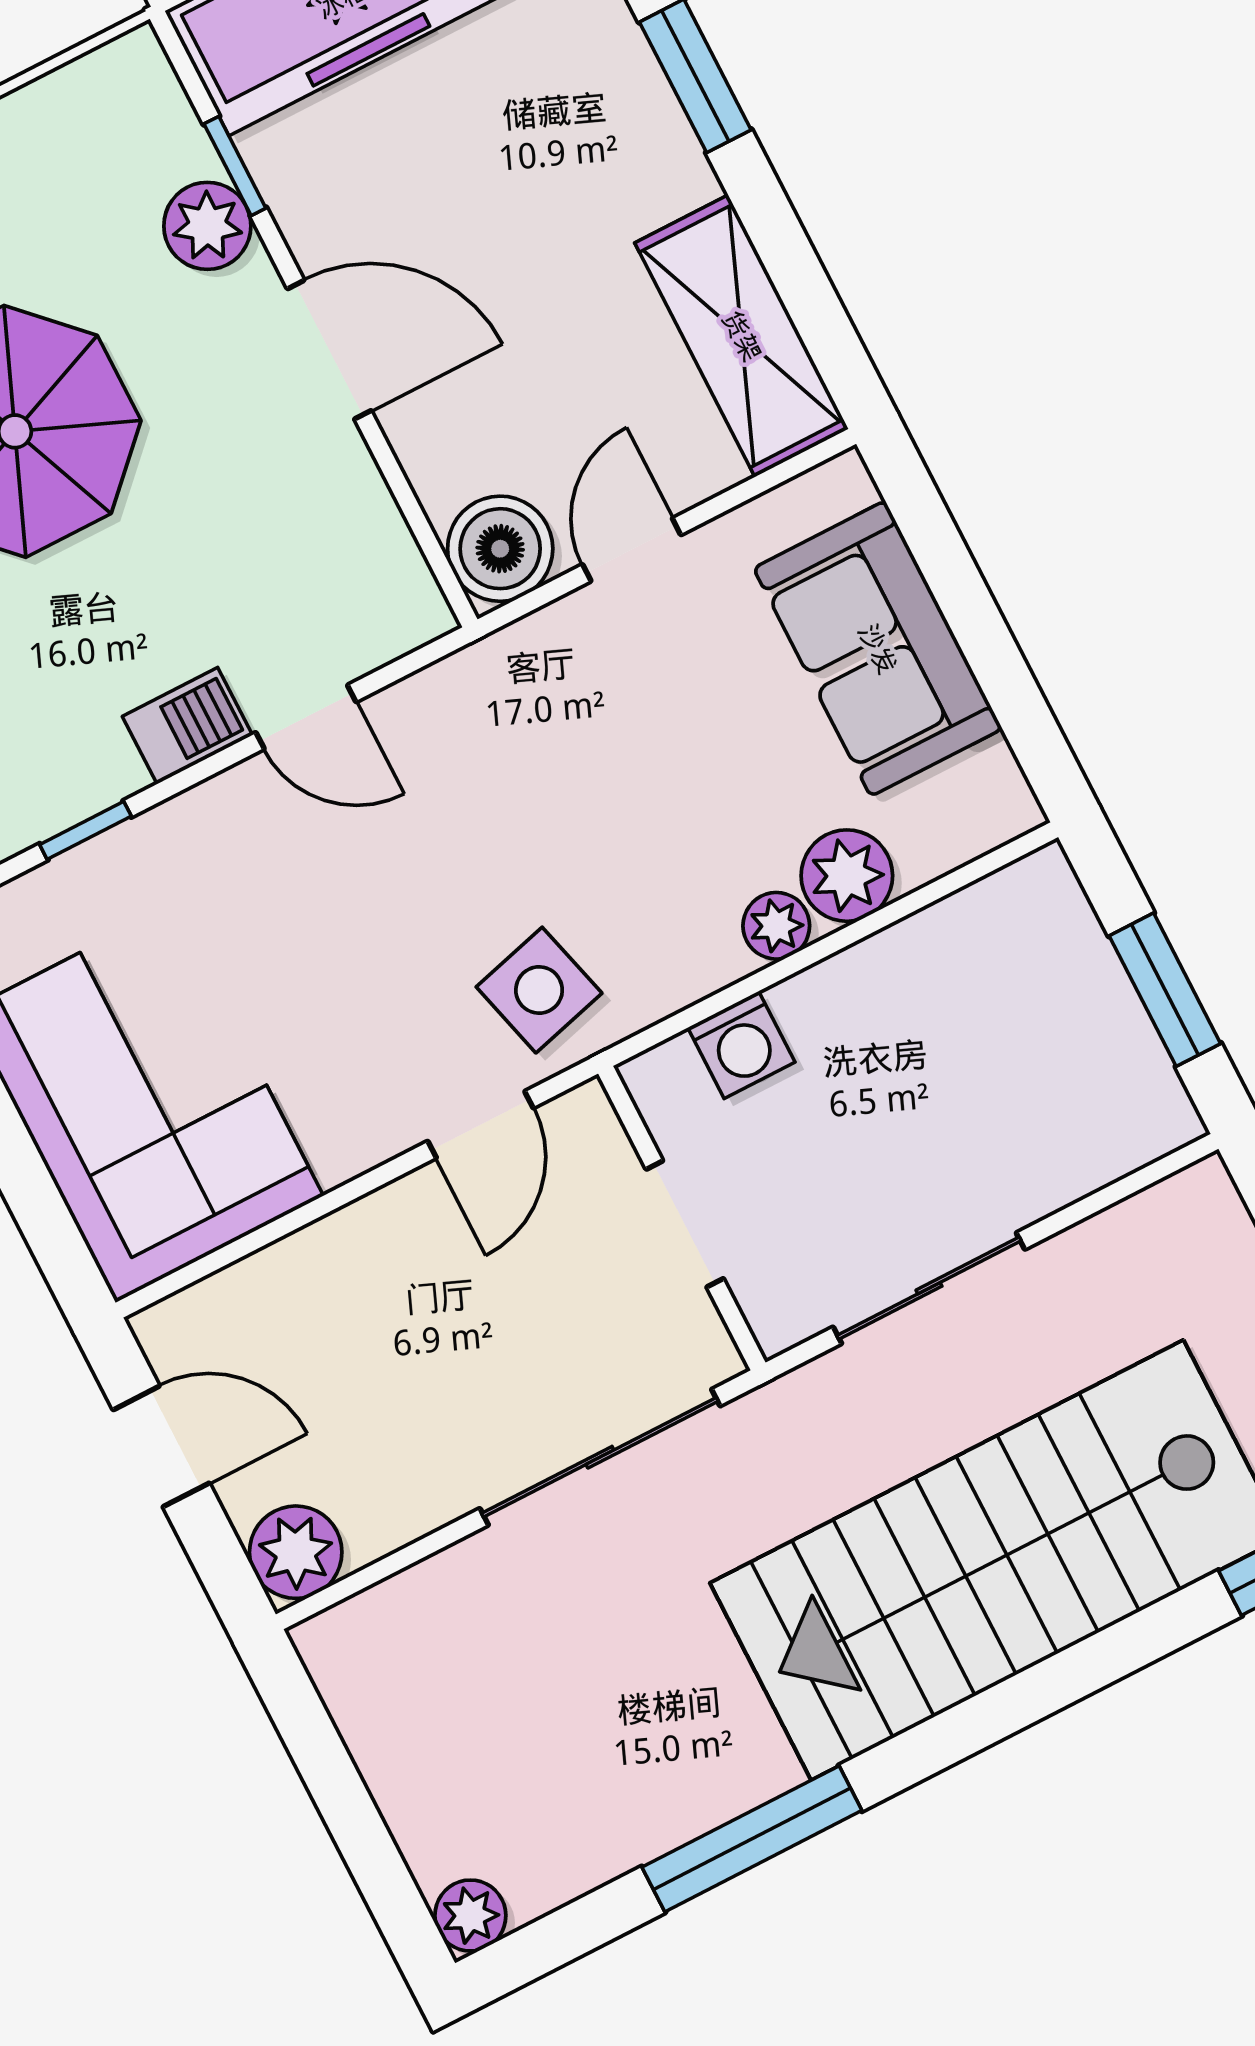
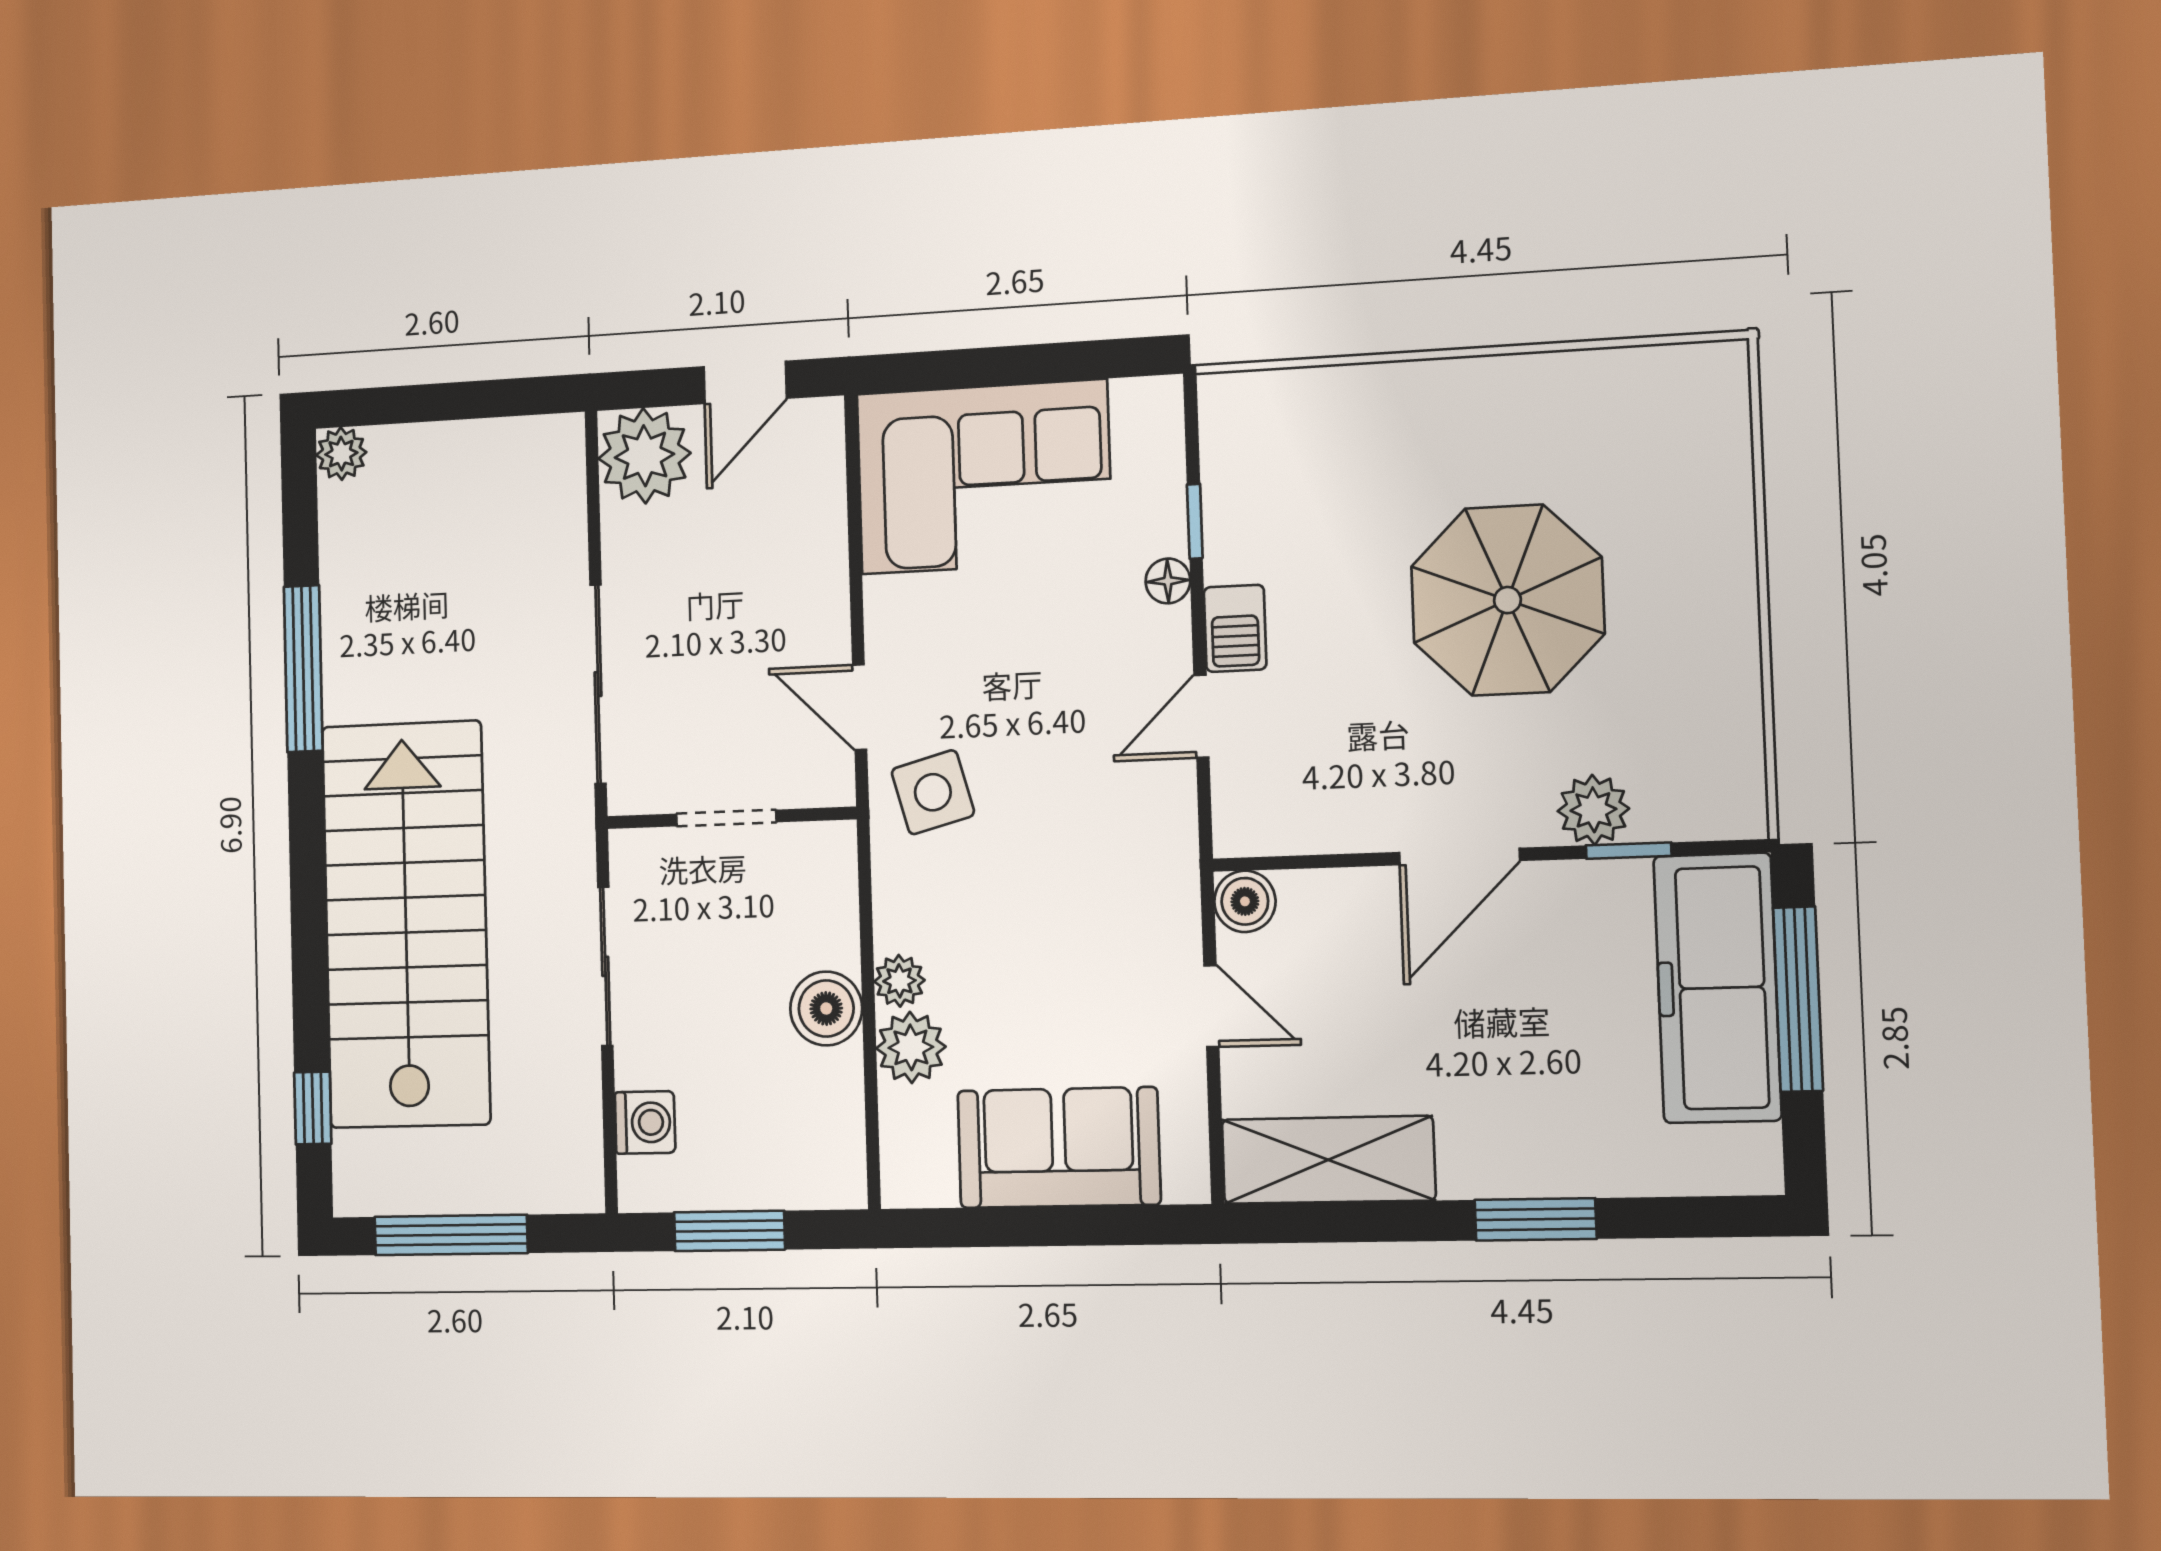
boiler: (500, 549) -> (1245, 901), width x0.73, depth x0.73
floor lamp: (168, 829) -> (1168, 581), added
boiler: (850, 997) -> (826, 1008), added
washing machine: (741, 1045) -> (645, 1122), moved, turned 180
plant: (296, 1552) -> (644, 456), width x1.36, depth x1.36

